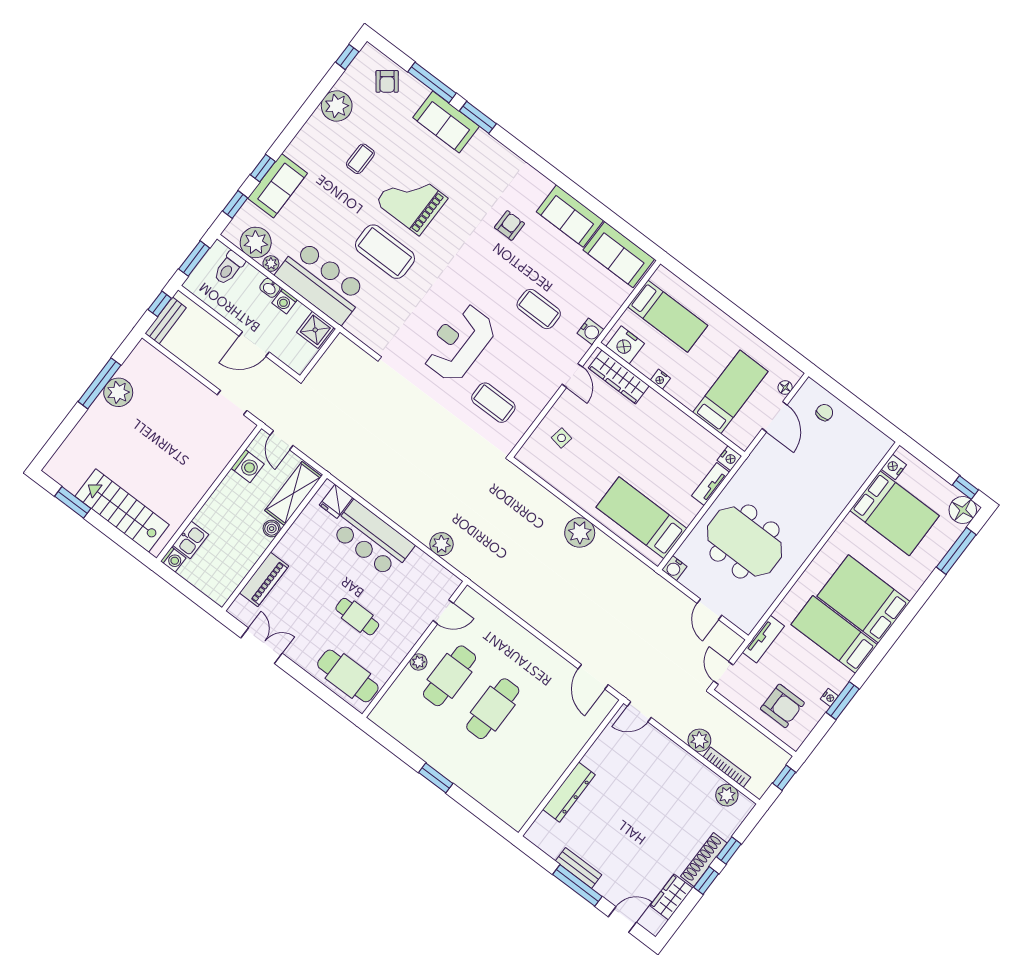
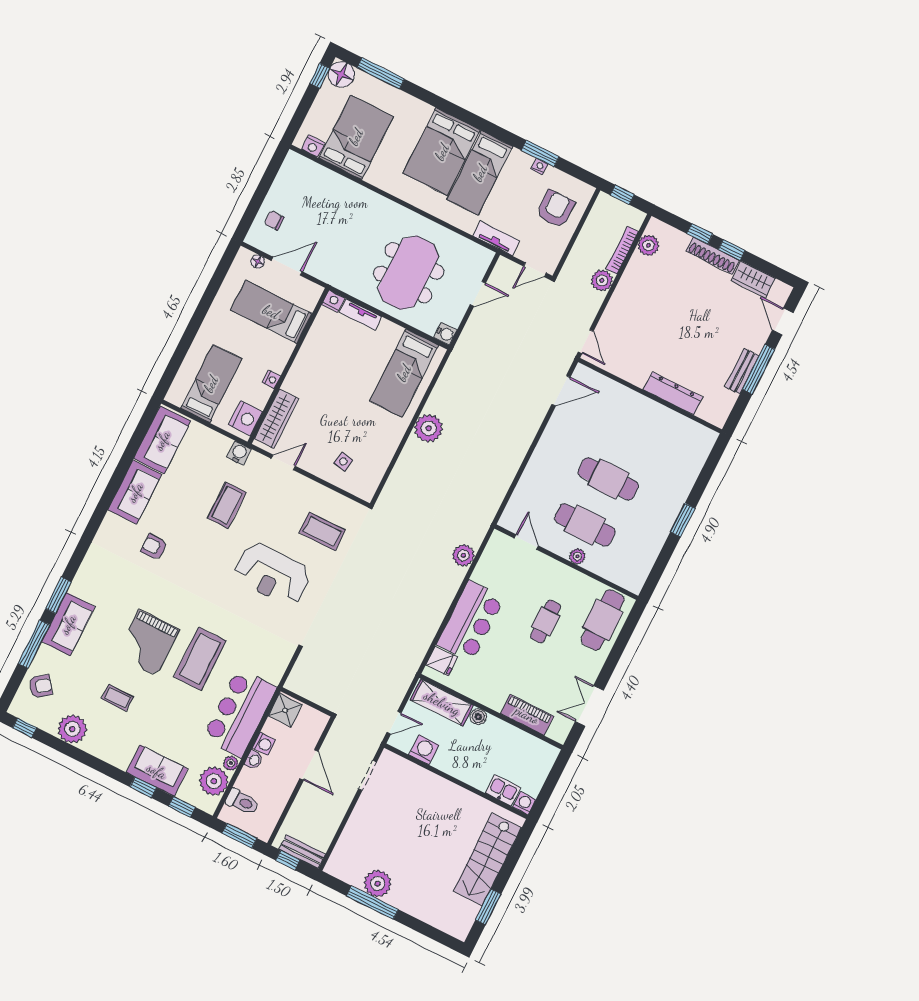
coffee table: (493, 403) -> (322, 531), turned 90

